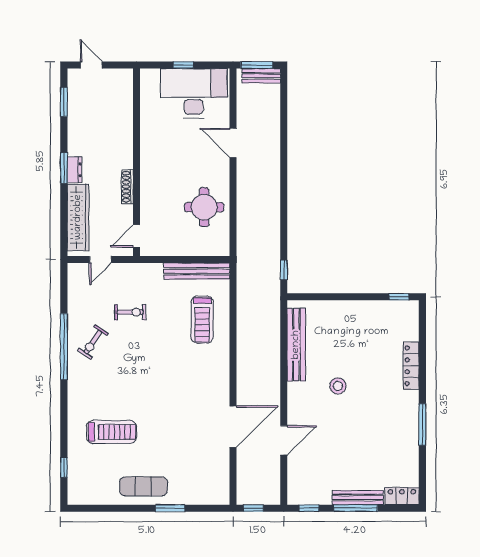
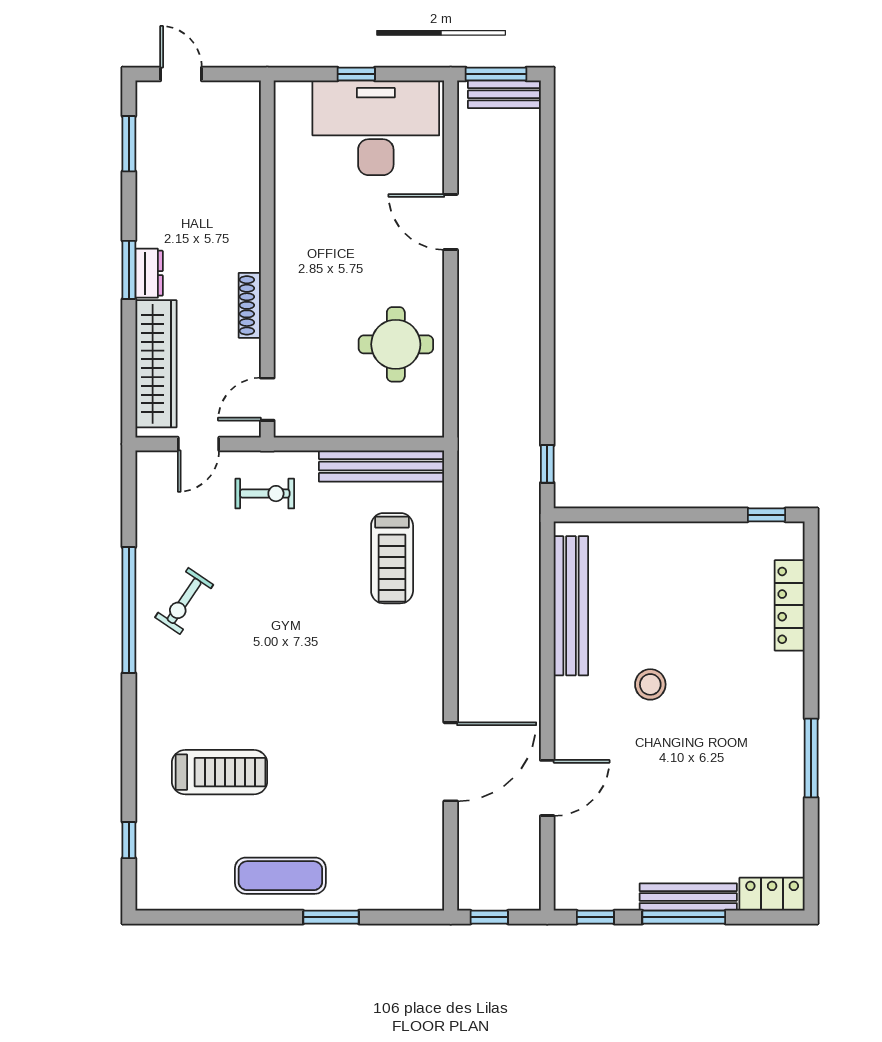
exercise bike: (130, 312) -> (265, 494), moved
locker: (411, 366) -> (790, 605), moved

